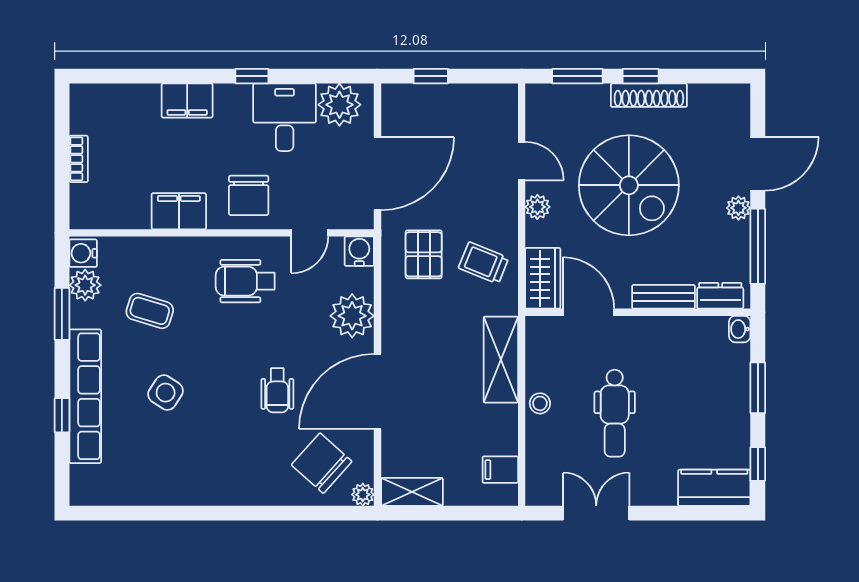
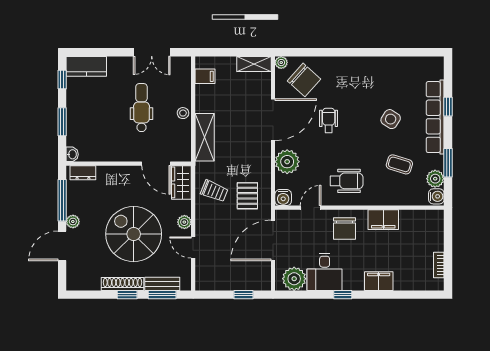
bookcase: (79, 159) -> (439, 265), moved
chair: (249, 195) -> (345, 228), turned 180
bench: (663, 297) -> (162, 284), moved

